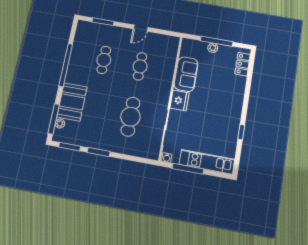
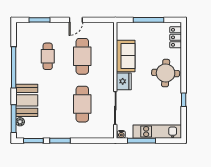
plant: (213, 48) -> (146, 27), removed
cafe table: (140, 66) -> (82, 56), width x1.37, depth x1.35
round table: (226, 100) -> (166, 73), added

